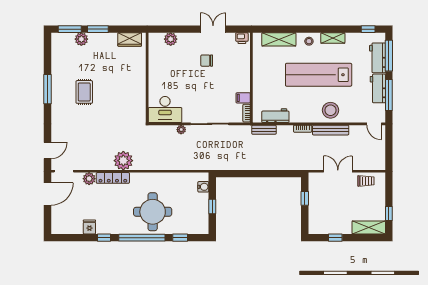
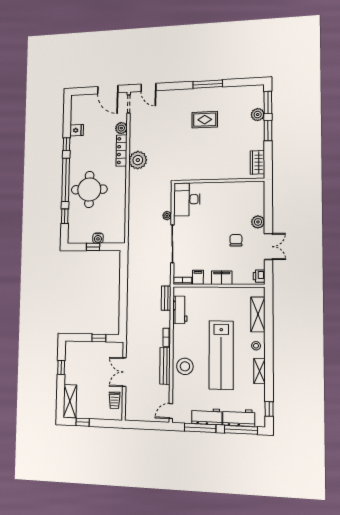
plant: (171, 39) -> (258, 222), moved
filing cabinet: (244, 74) -> (222, 278), added
lab bench: (319, 75) -> (221, 355), turned 180
double door: (338, 171) -> (124, 372), swing flipped
water cooler: (203, 187) -> (98, 238), moved

